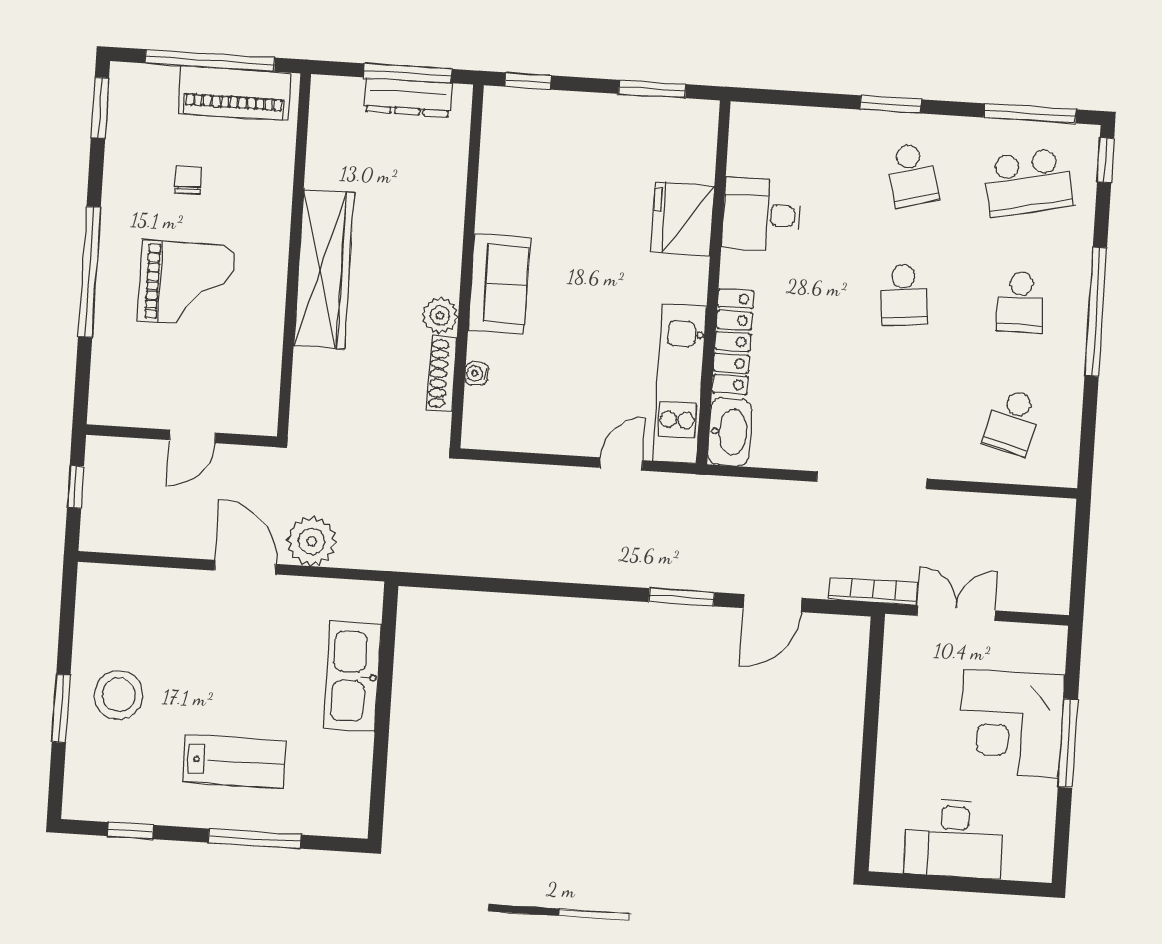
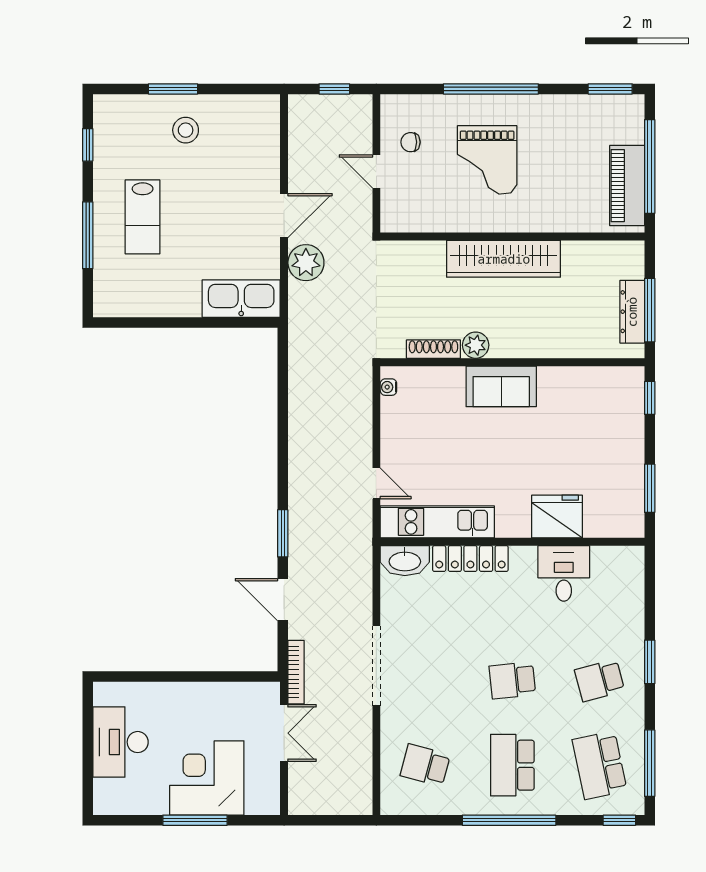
chair: (188, 180) -> (410, 142), moved, turned 180
school desk: (1020, 302) -> (512, 765), width x1.85
water cooler: (477, 373) -> (388, 387), moved, turned -90
kitchen sink: (352, 676) -> (241, 299), moved
stool: (119, 695) -> (186, 130), width x0.73, depth x0.73

